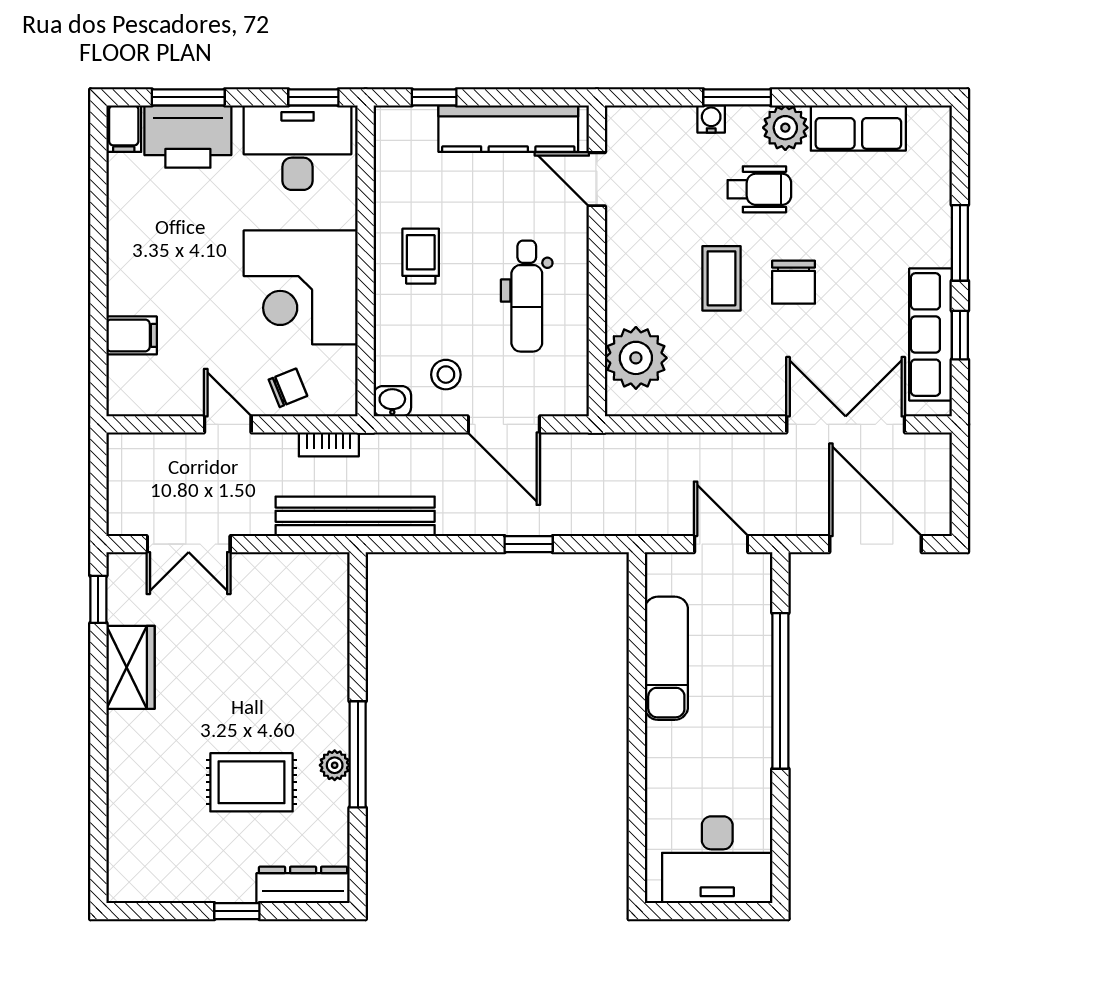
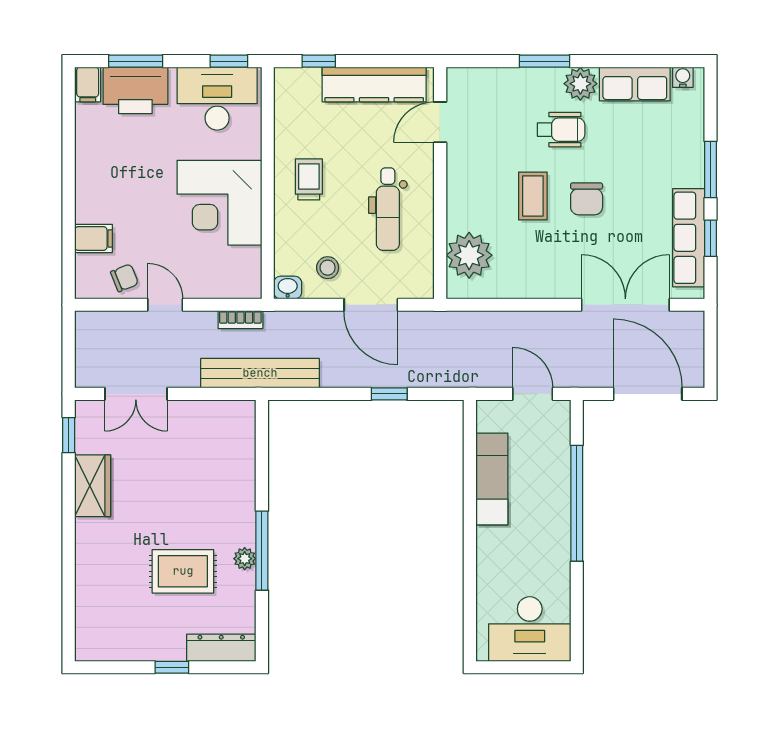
water cooler: (711, 119) -> (683, 77), moved
door: (597, 179) -> (440, 122), hinge flipped
chair: (288, 388) -> (124, 278), moved

